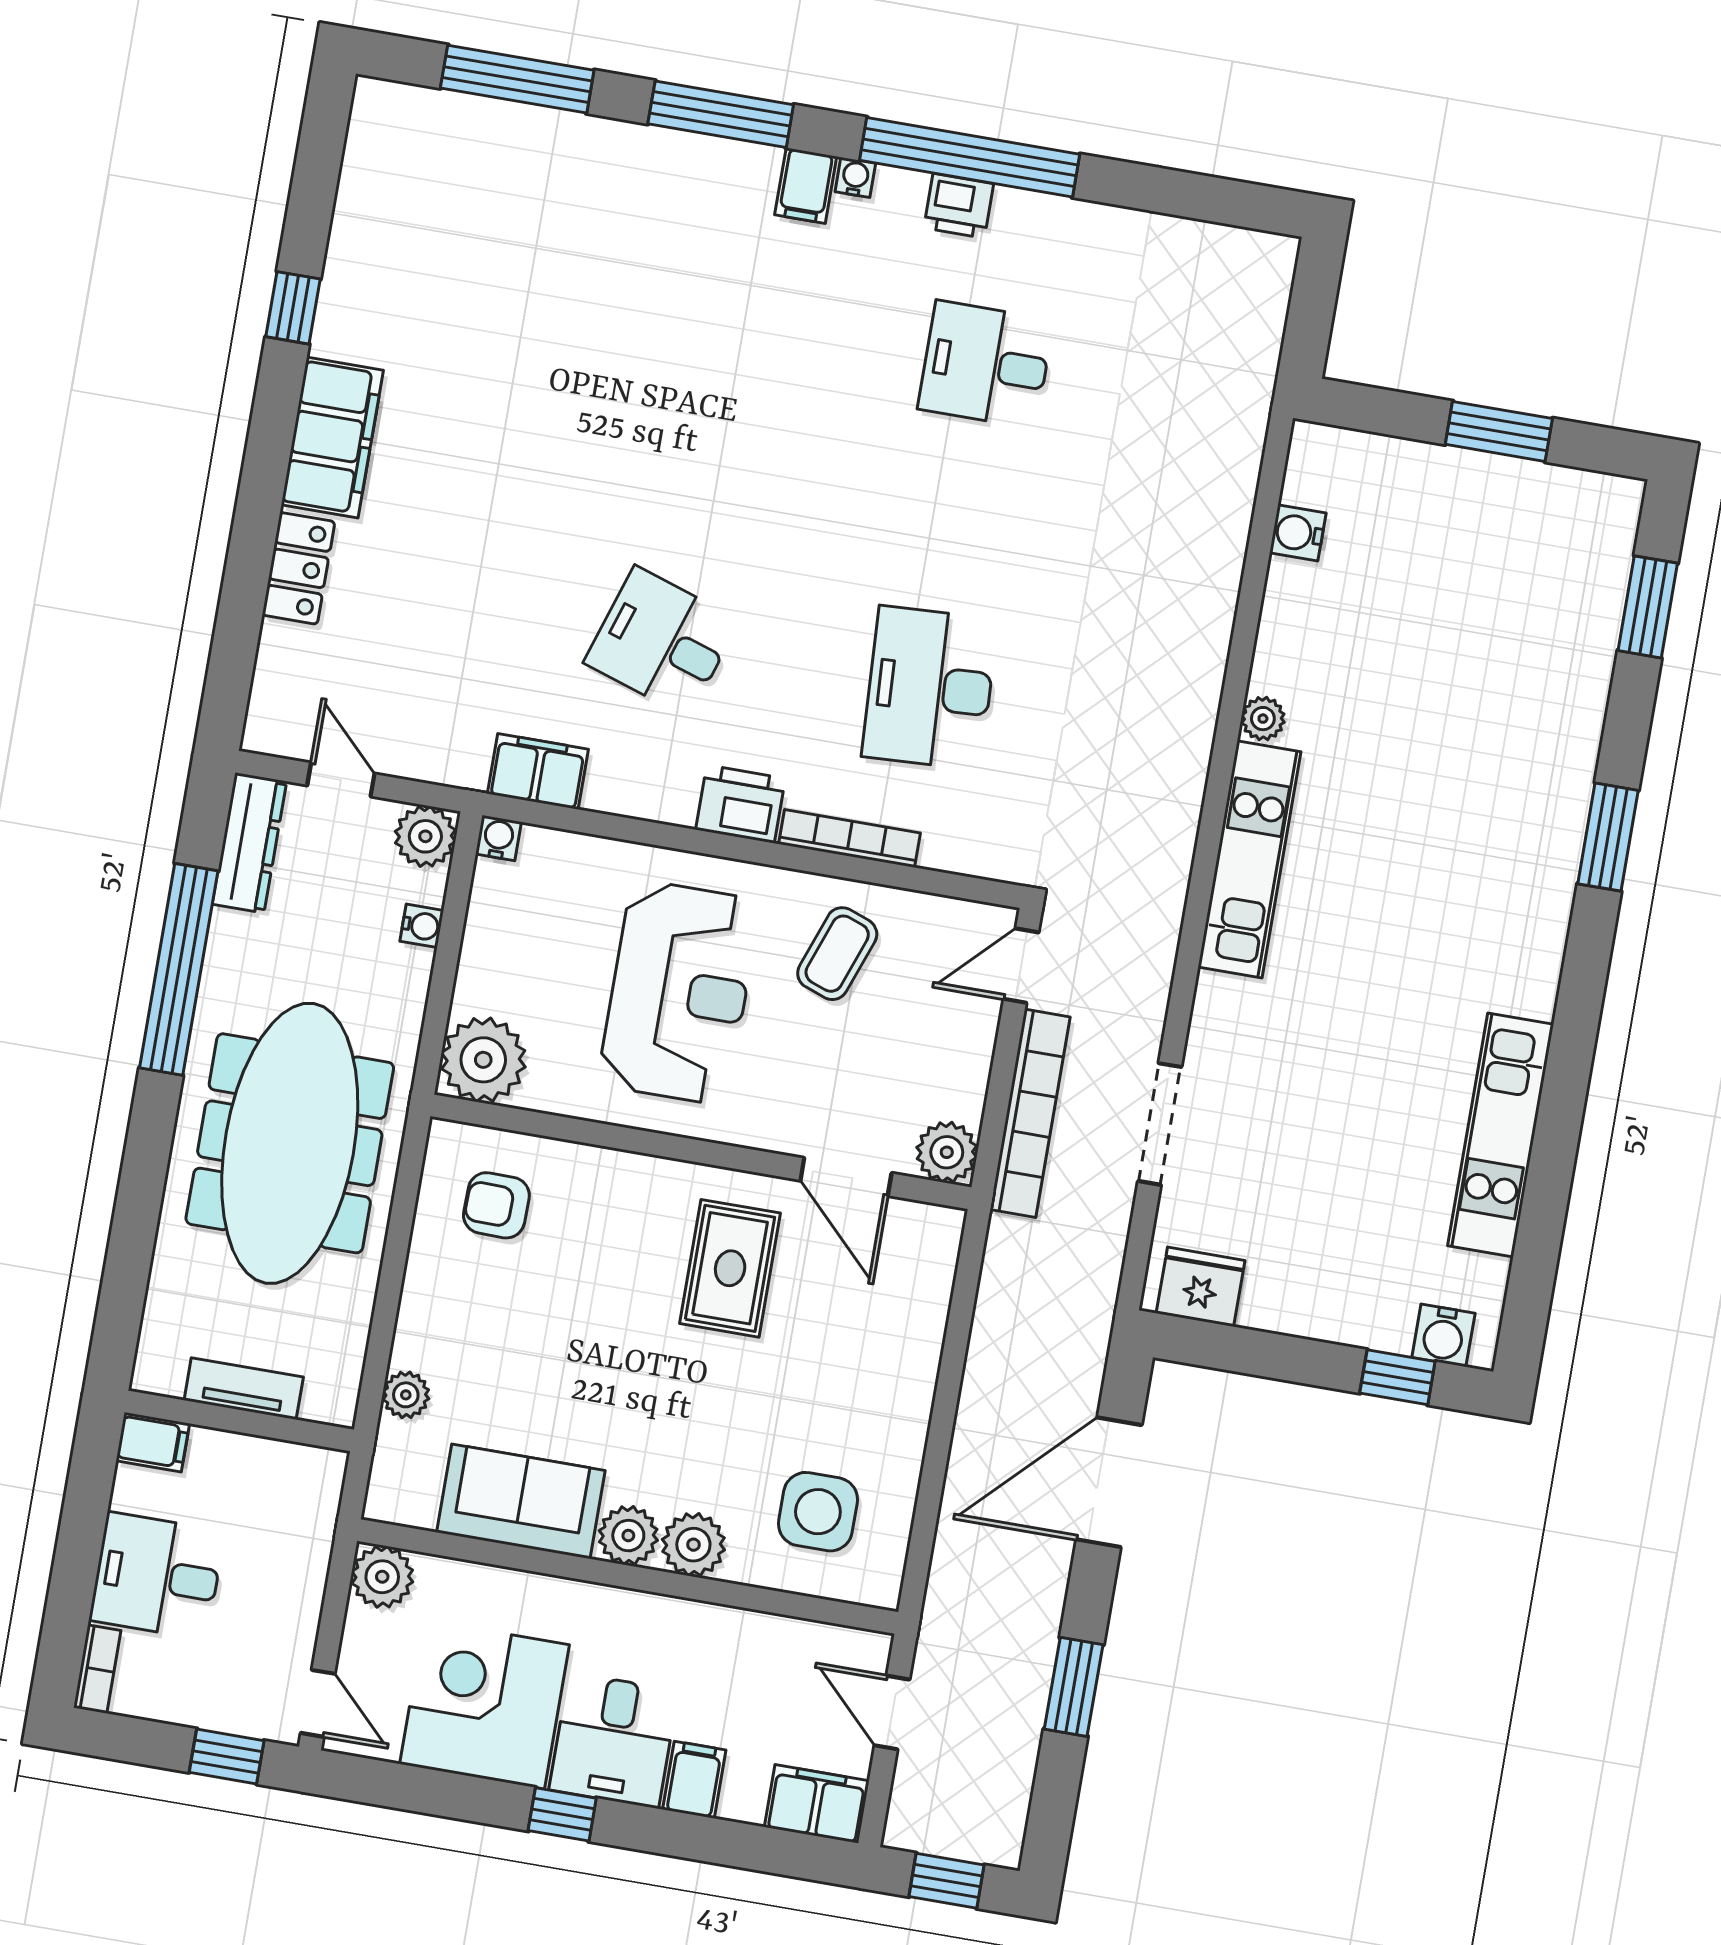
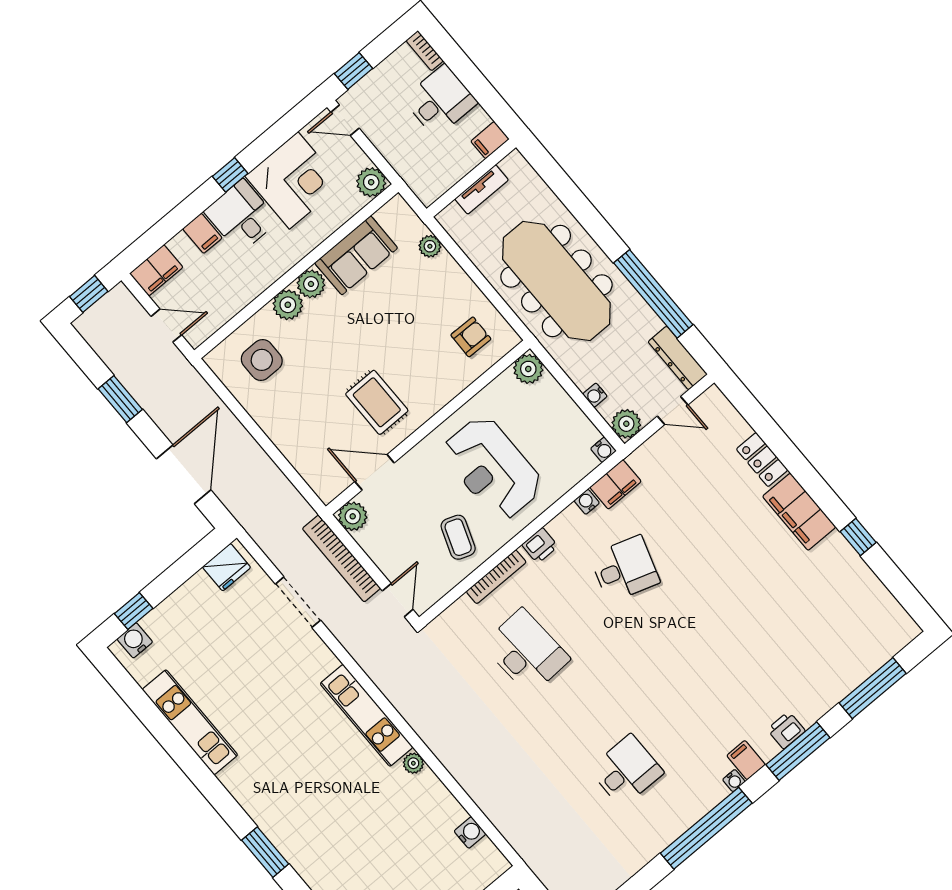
printer: (959, 206) -> (786, 730), moved
water cooler: (605, 794) -> (587, 502), added
printer: (741, 804) -> (540, 546), width x0.73, depth x0.81
plant: (483, 1060) -> (528, 369), width x0.73, depth x0.73

